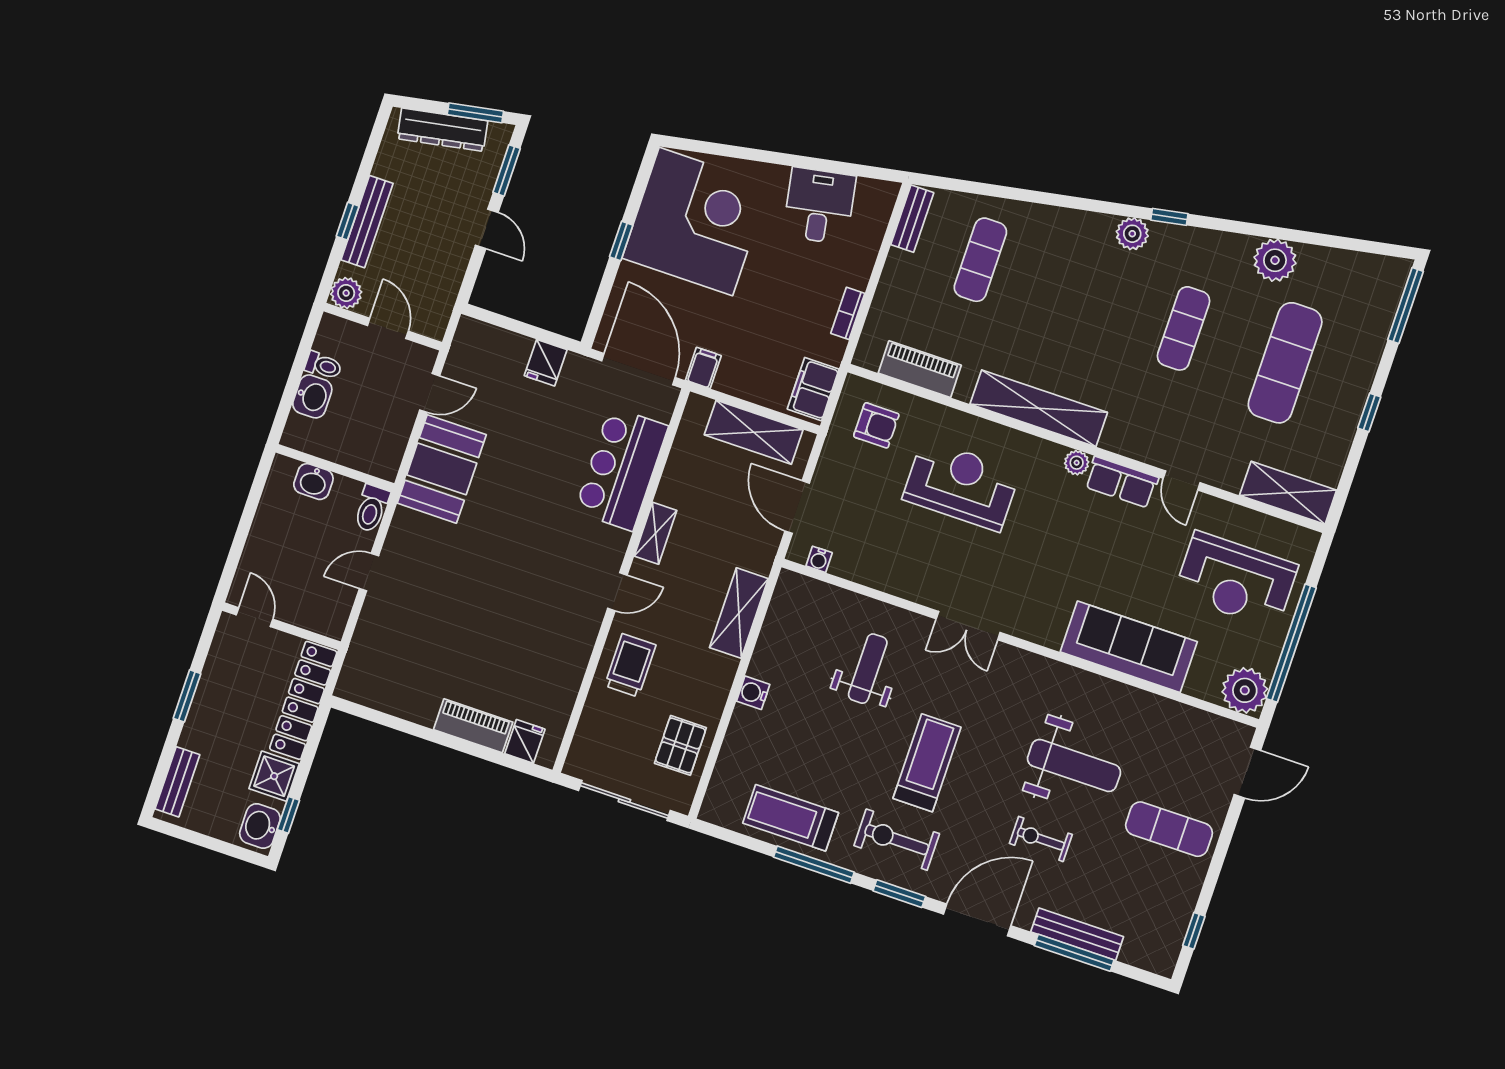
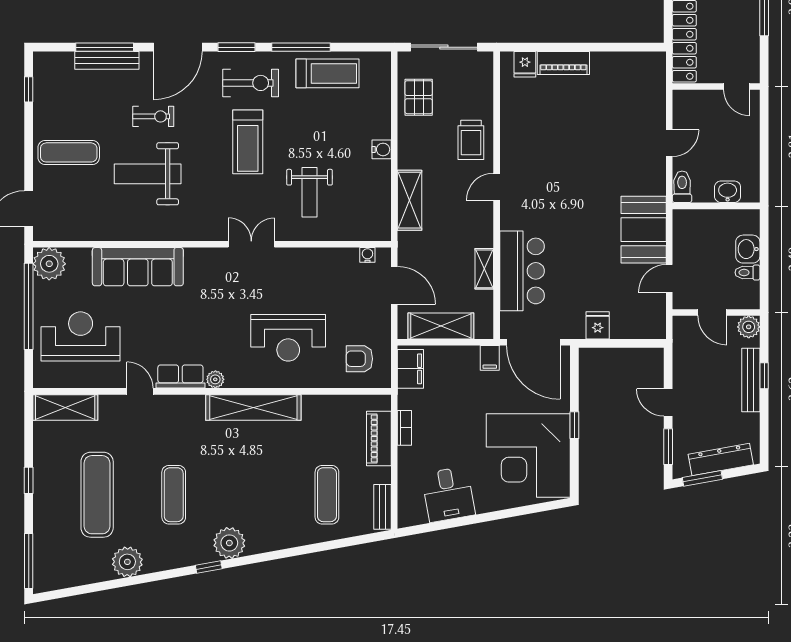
plant: (1132, 234) -> (229, 543), width x1.36, depth x1.36
piano: (920, 369) -> (379, 439), moved, turned 90
shelving: (655, 533) -> (484, 269), moved

